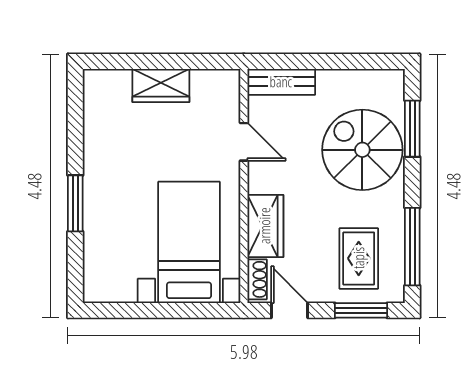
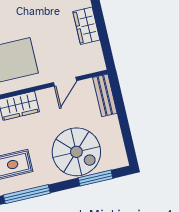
spiral stairs: (362, 150) -> (76, 152), turned 90

